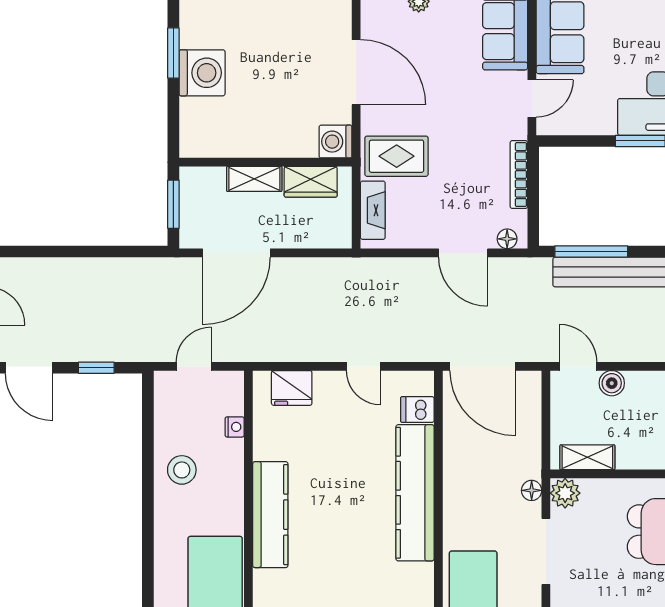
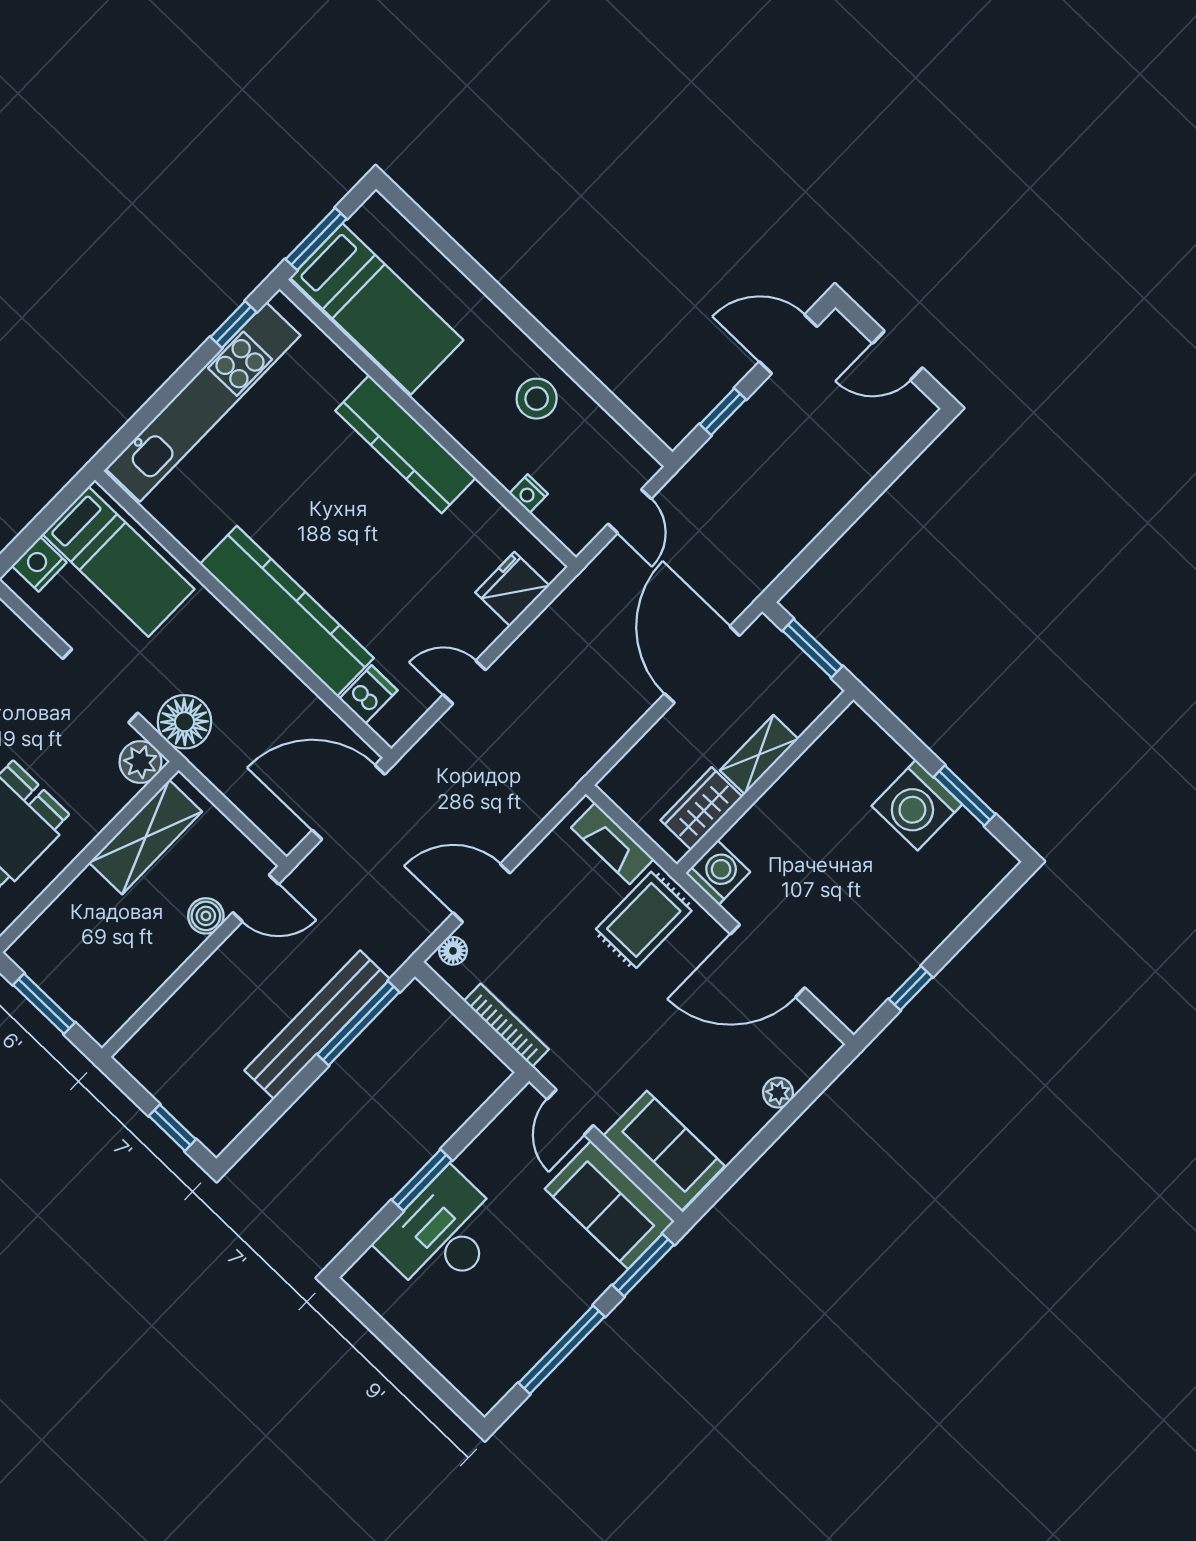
shelving: (587, 457) -> (146, 837), width x1.50, depth x1.33
floor lamp: (532, 490) -> (184, 722), width x1.89, depth x1.89

